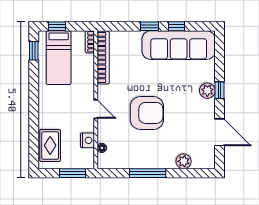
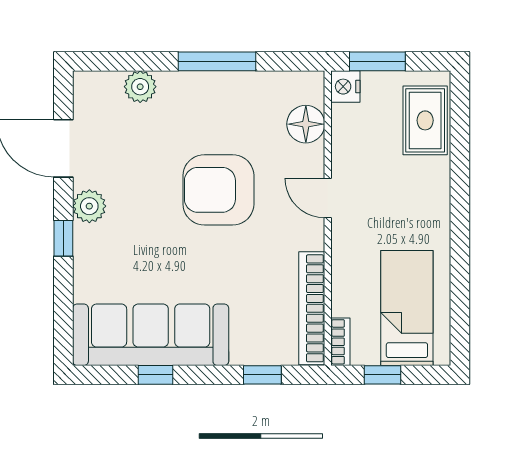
window: (57, 26) -> (383, 375), moved
window: (149, 26) -> (262, 375), moved
window: (34, 51) -> (460, 323), removed
plant: (207, 91) -> (89, 206), moved
nightstand: (87, 140) -> (345, 87), moved
floor lamp: (102, 148) -> (306, 124), width x1.89, depth x1.89

